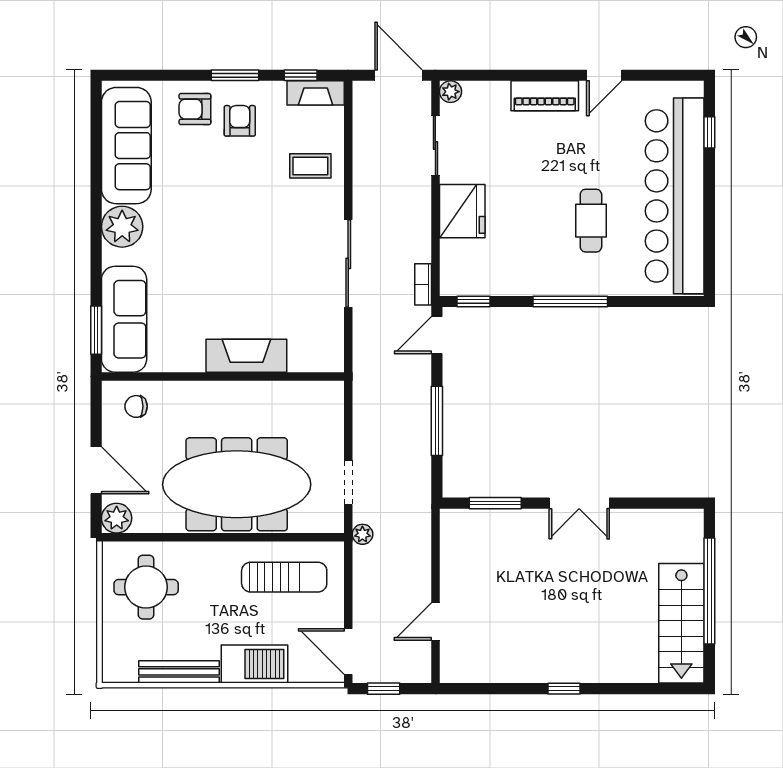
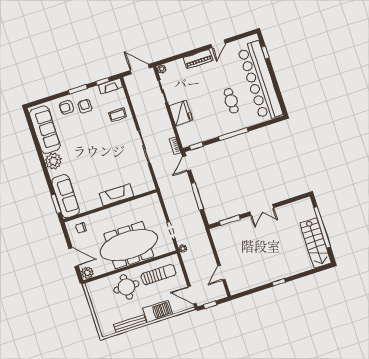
round table: (146, 587) -> (126, 287), moved

